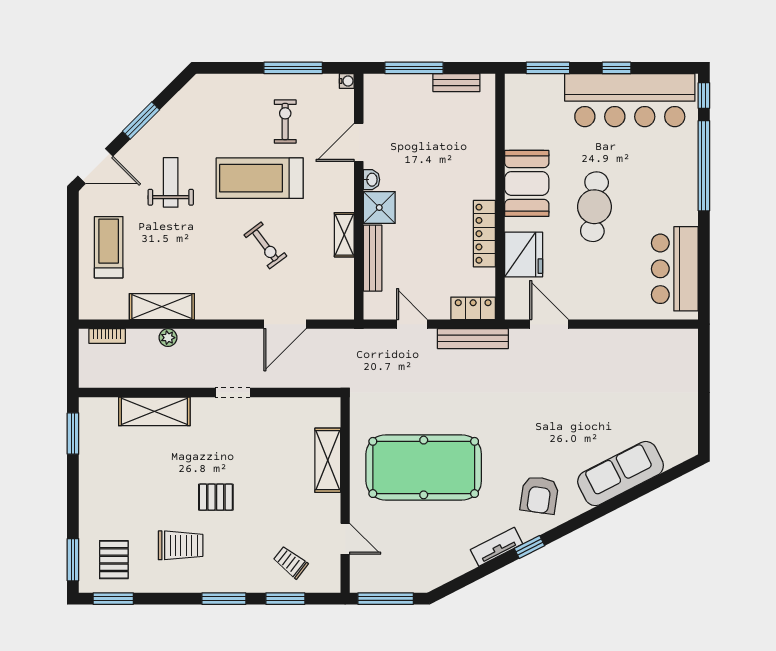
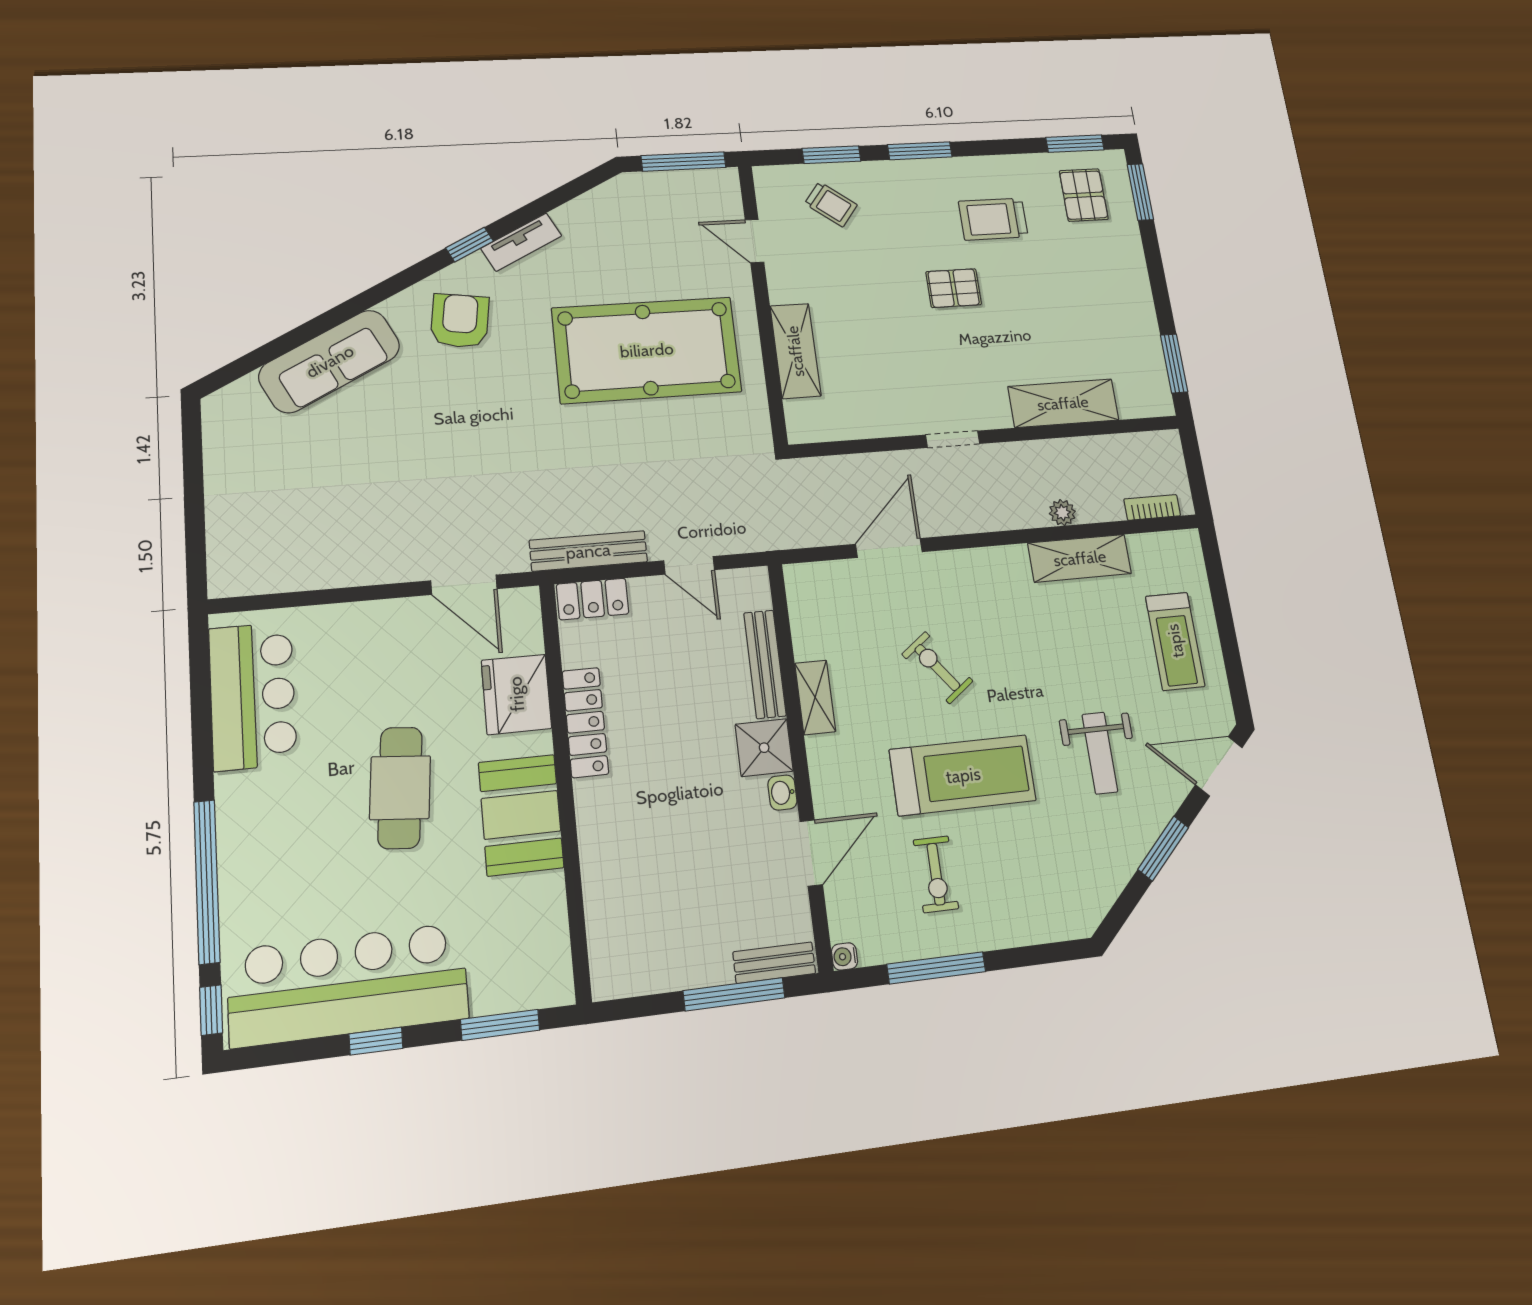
bench: (456, 83) -> (774, 963), moved

